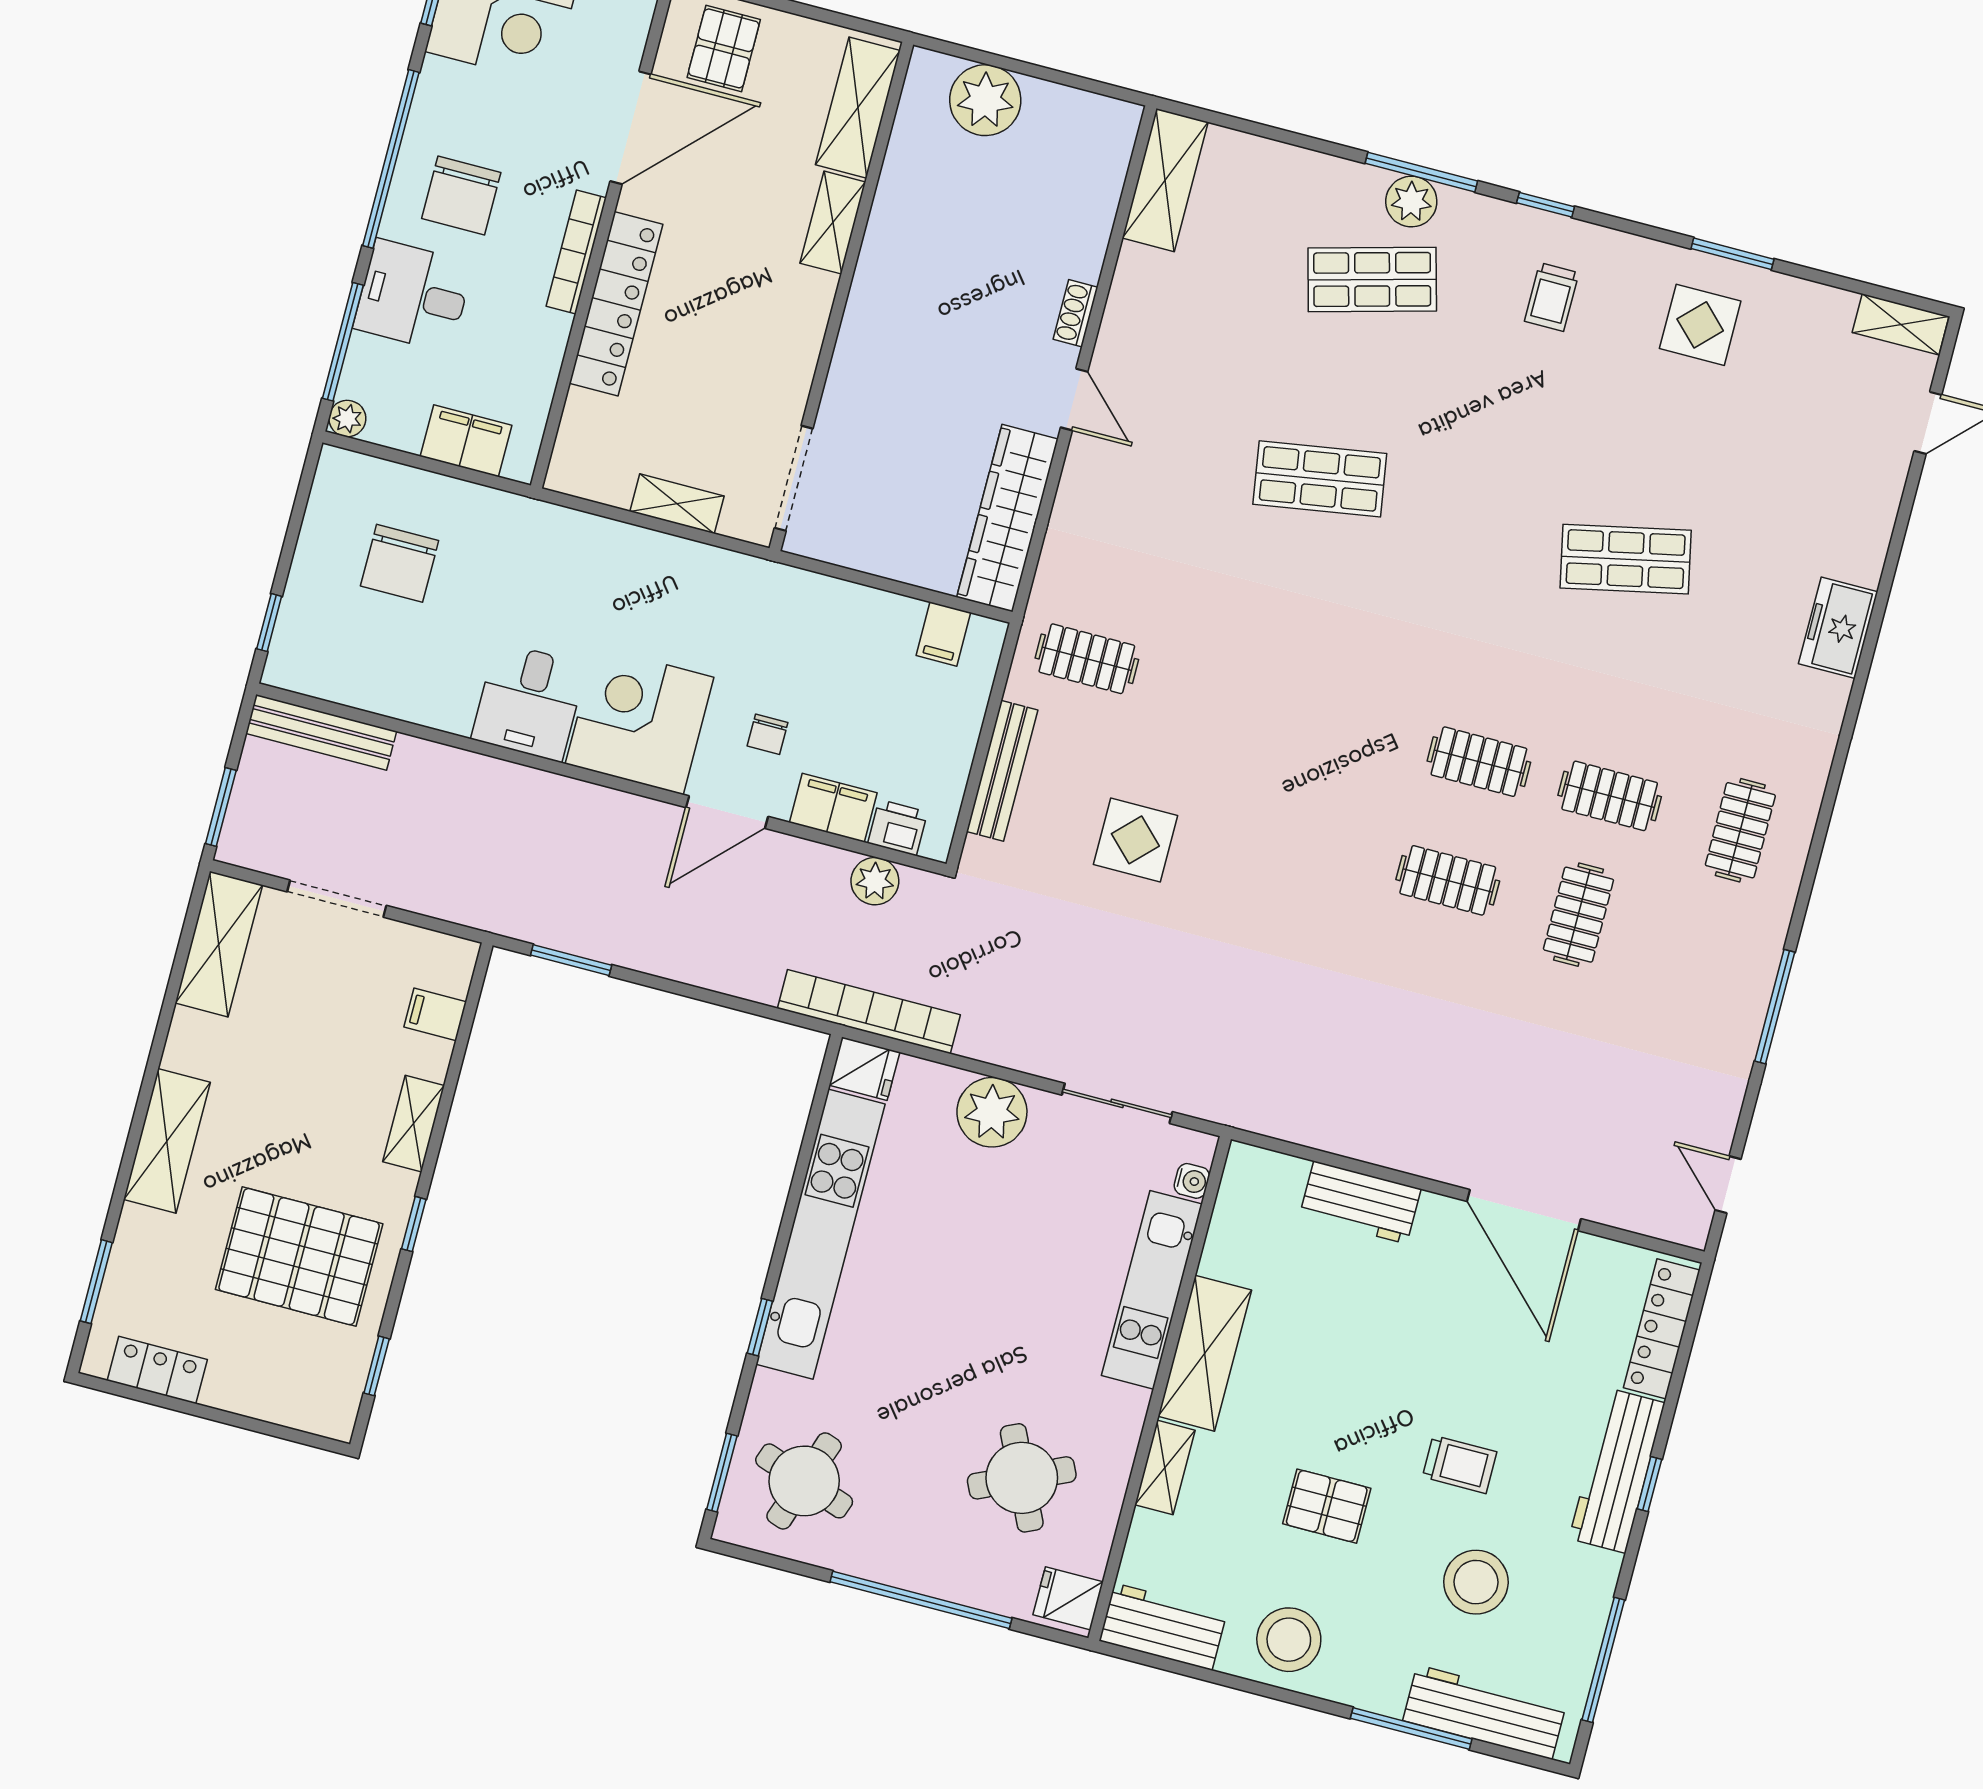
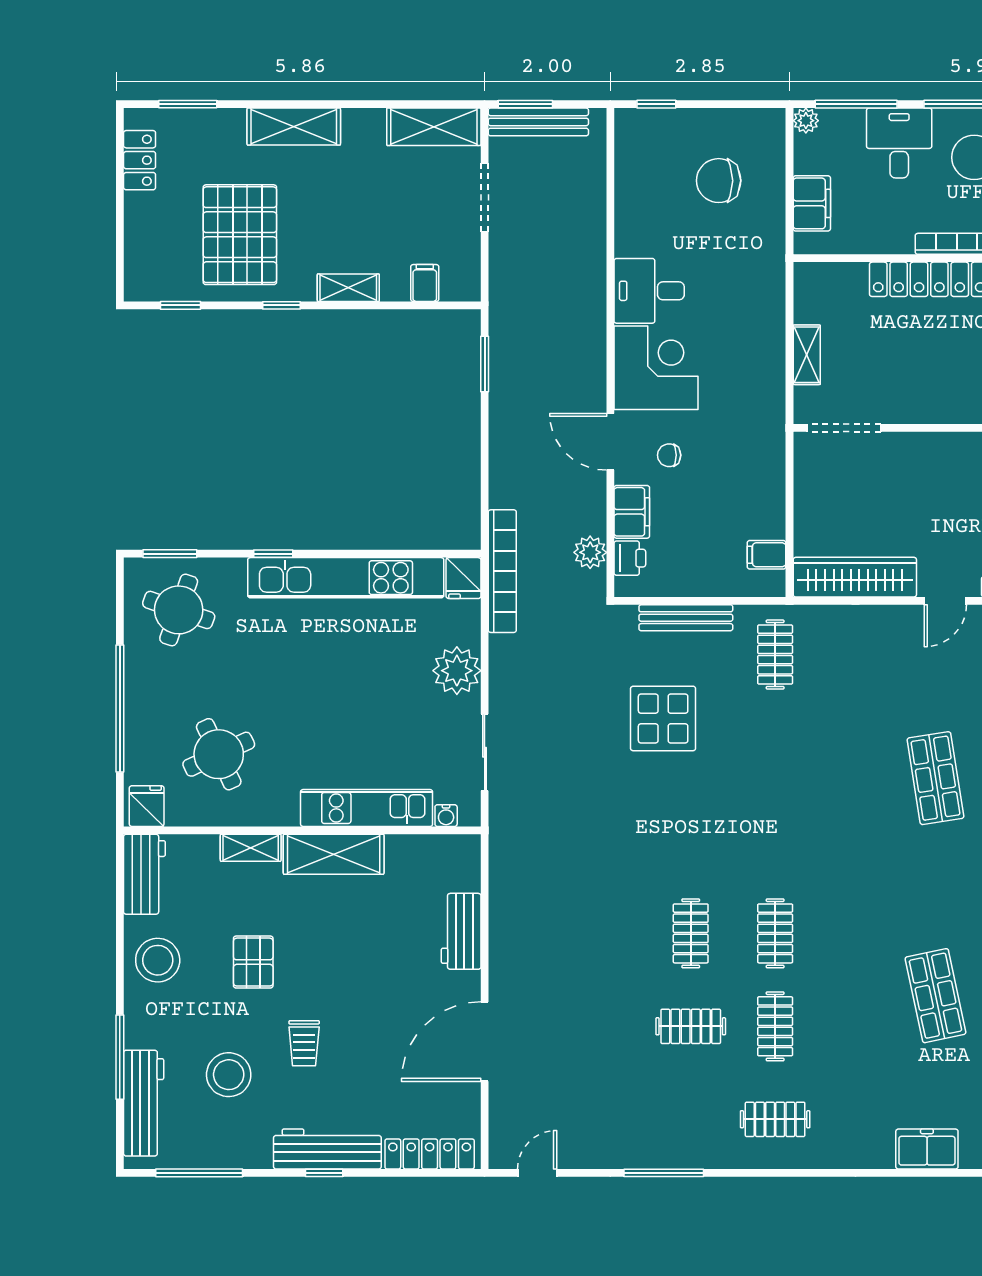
bench: (321, 732) -> (538, 122), moved, turned 90
display table: (1135, 840) -> (663, 718), width x1.36, depth x1.36

